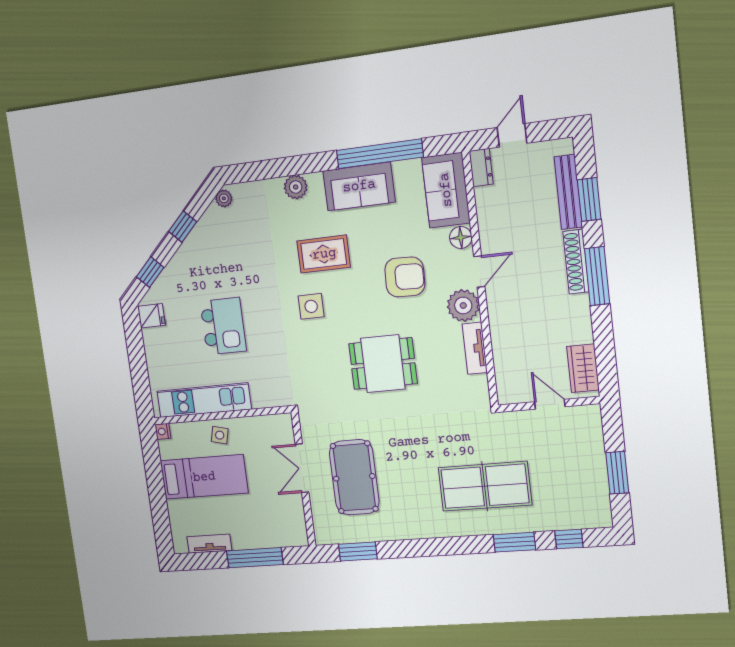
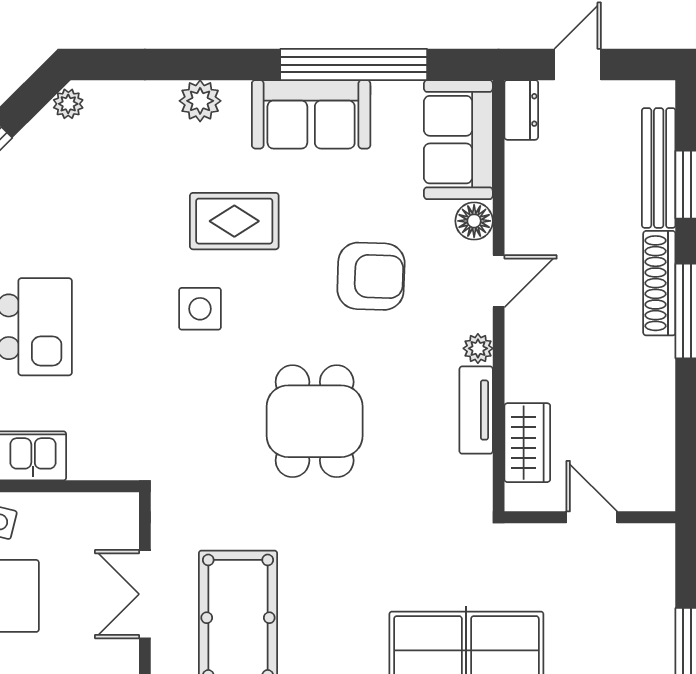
plant: (463, 305) -> (478, 348), width x0.53, depth x0.53
dining table: (383, 364) -> (315, 421), turned 90
wardrobe: (583, 368) -> (527, 443), moved, turned 180

